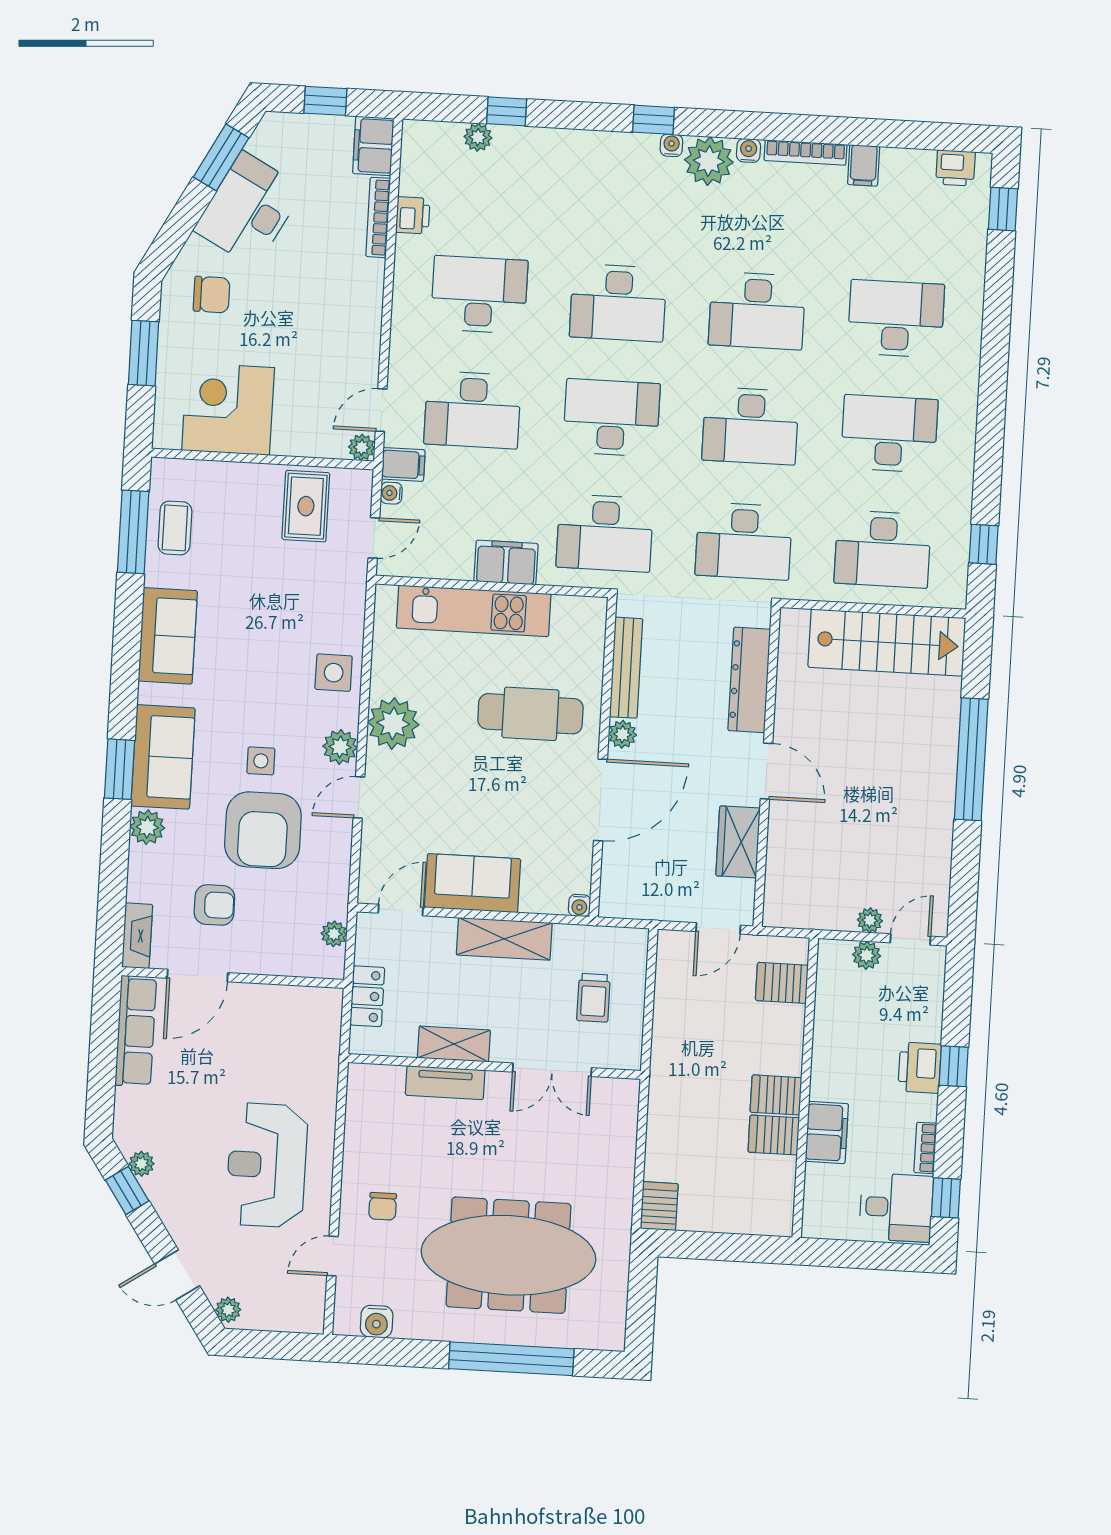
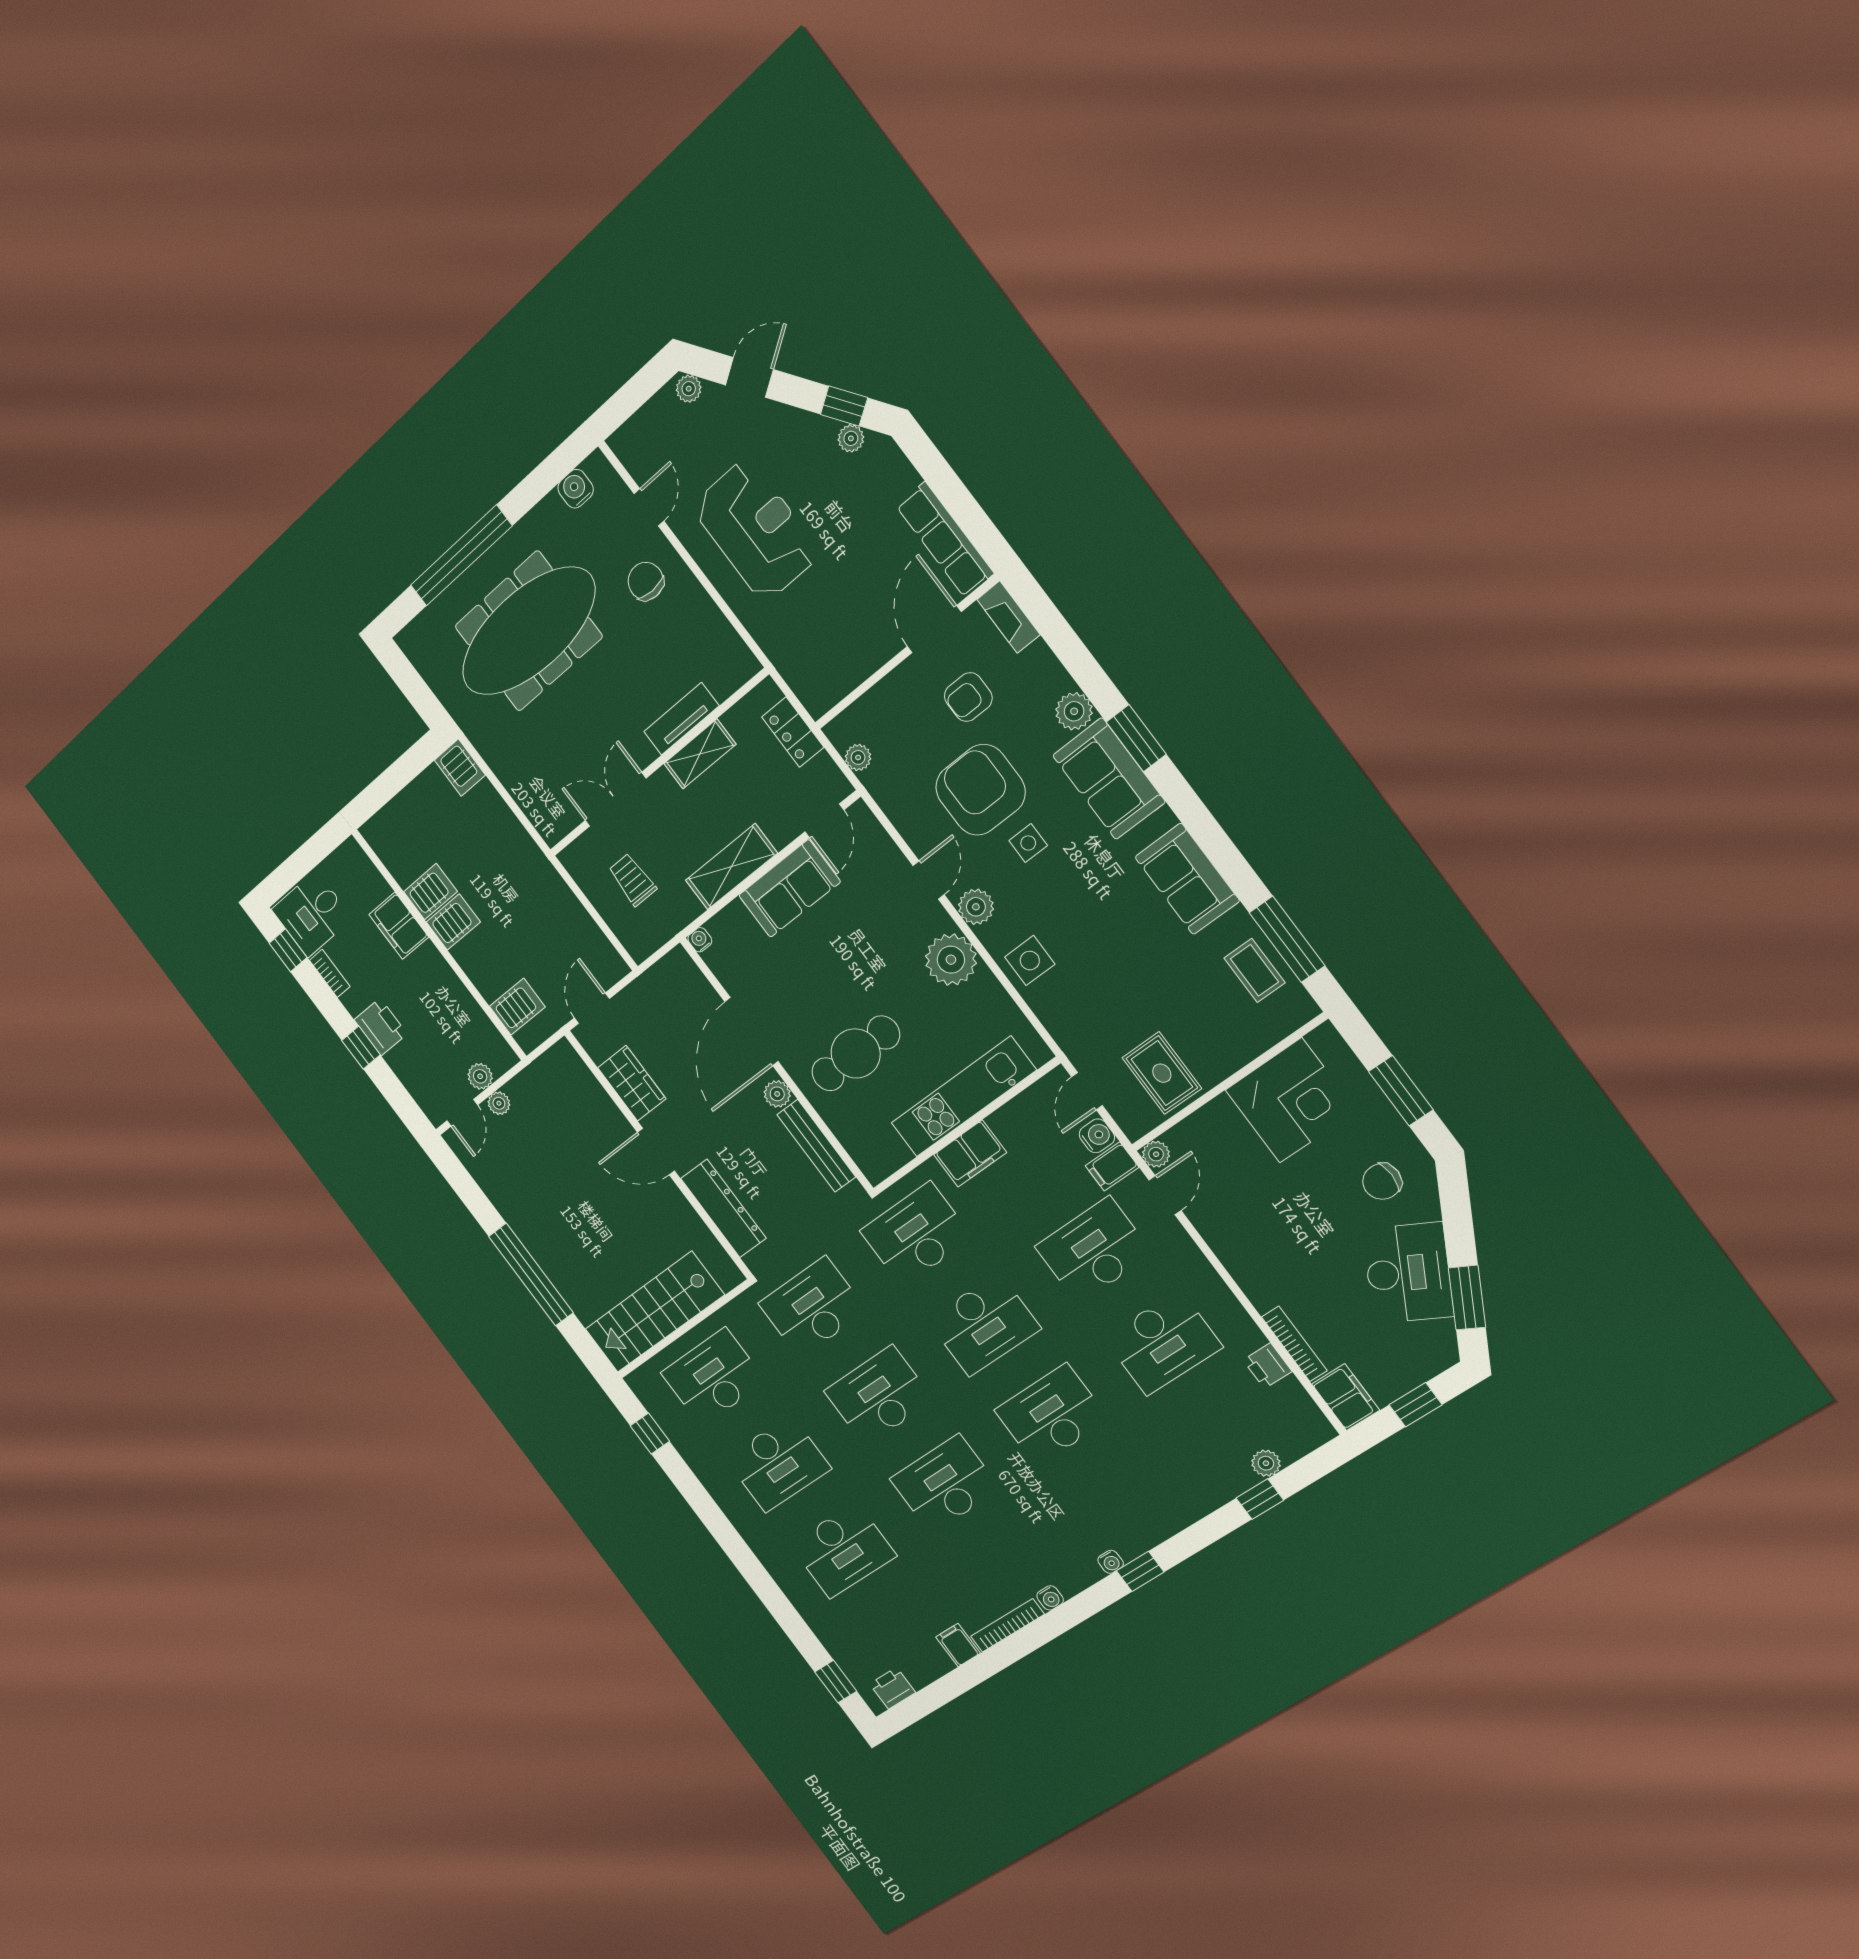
plant: (709, 161) -> (1073, 1570), removed
water cooler: (391, 493) -> (1097, 1136), width x1.38, depth x1.38
chair: (383, 1206) -> (646, 581), width x1.37, depth x1.37

